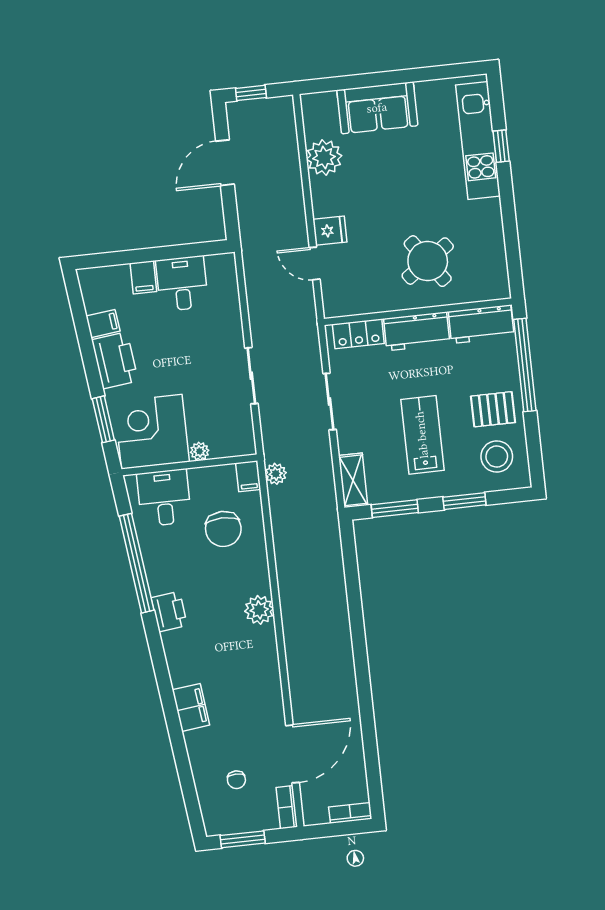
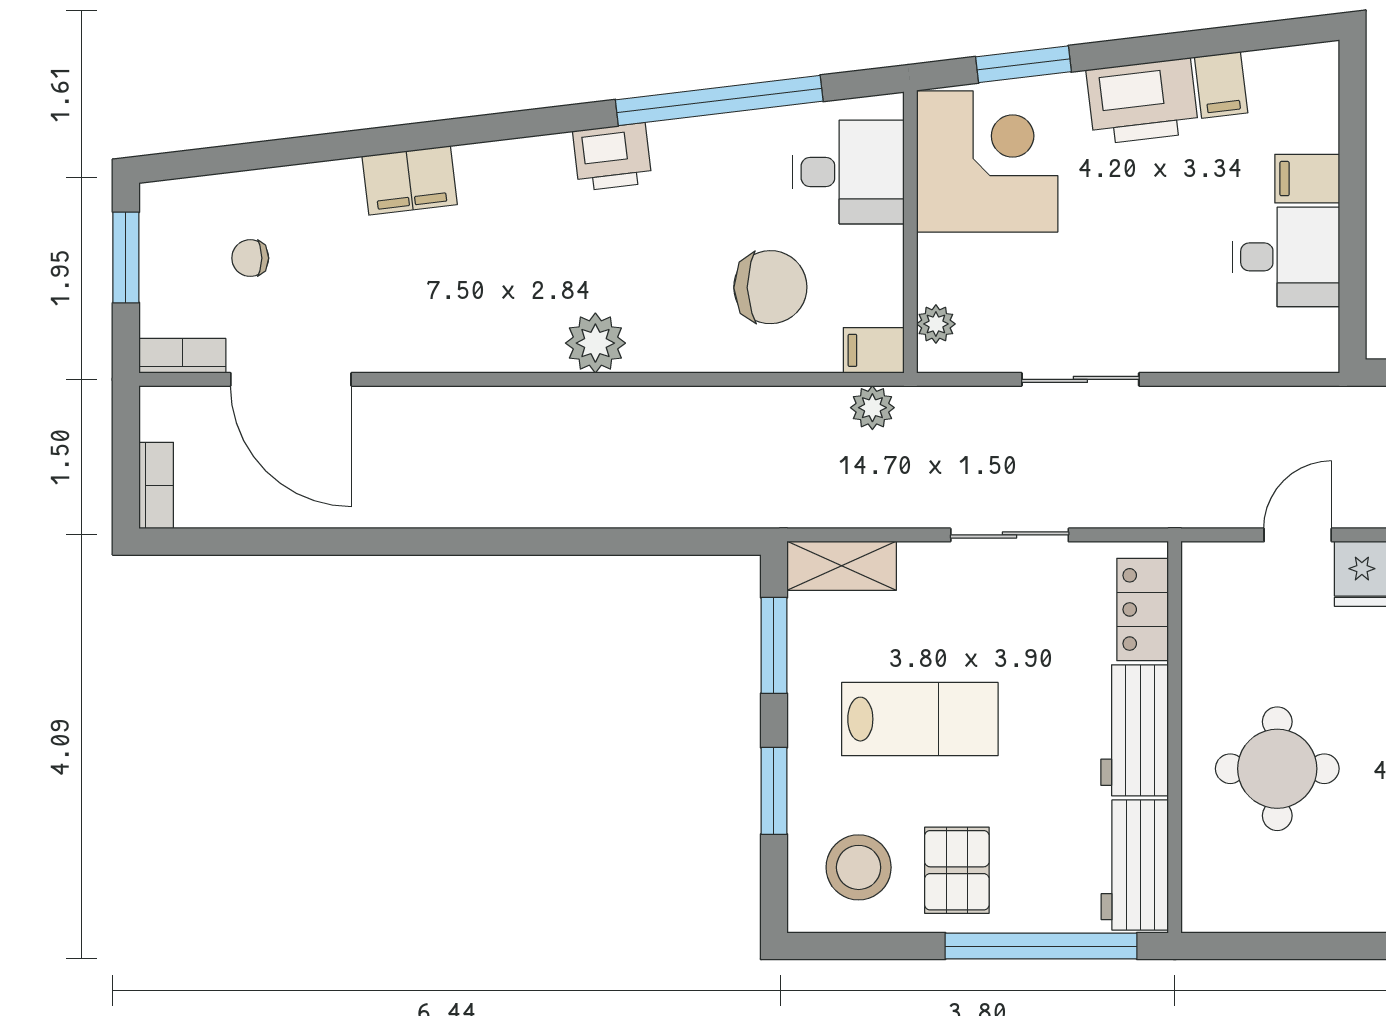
round table: (428, 261) -> (1277, 769), turned 35
plant: (200, 451) -> (936, 324), moved
chair: (223, 529) -> (770, 287), turned 180

